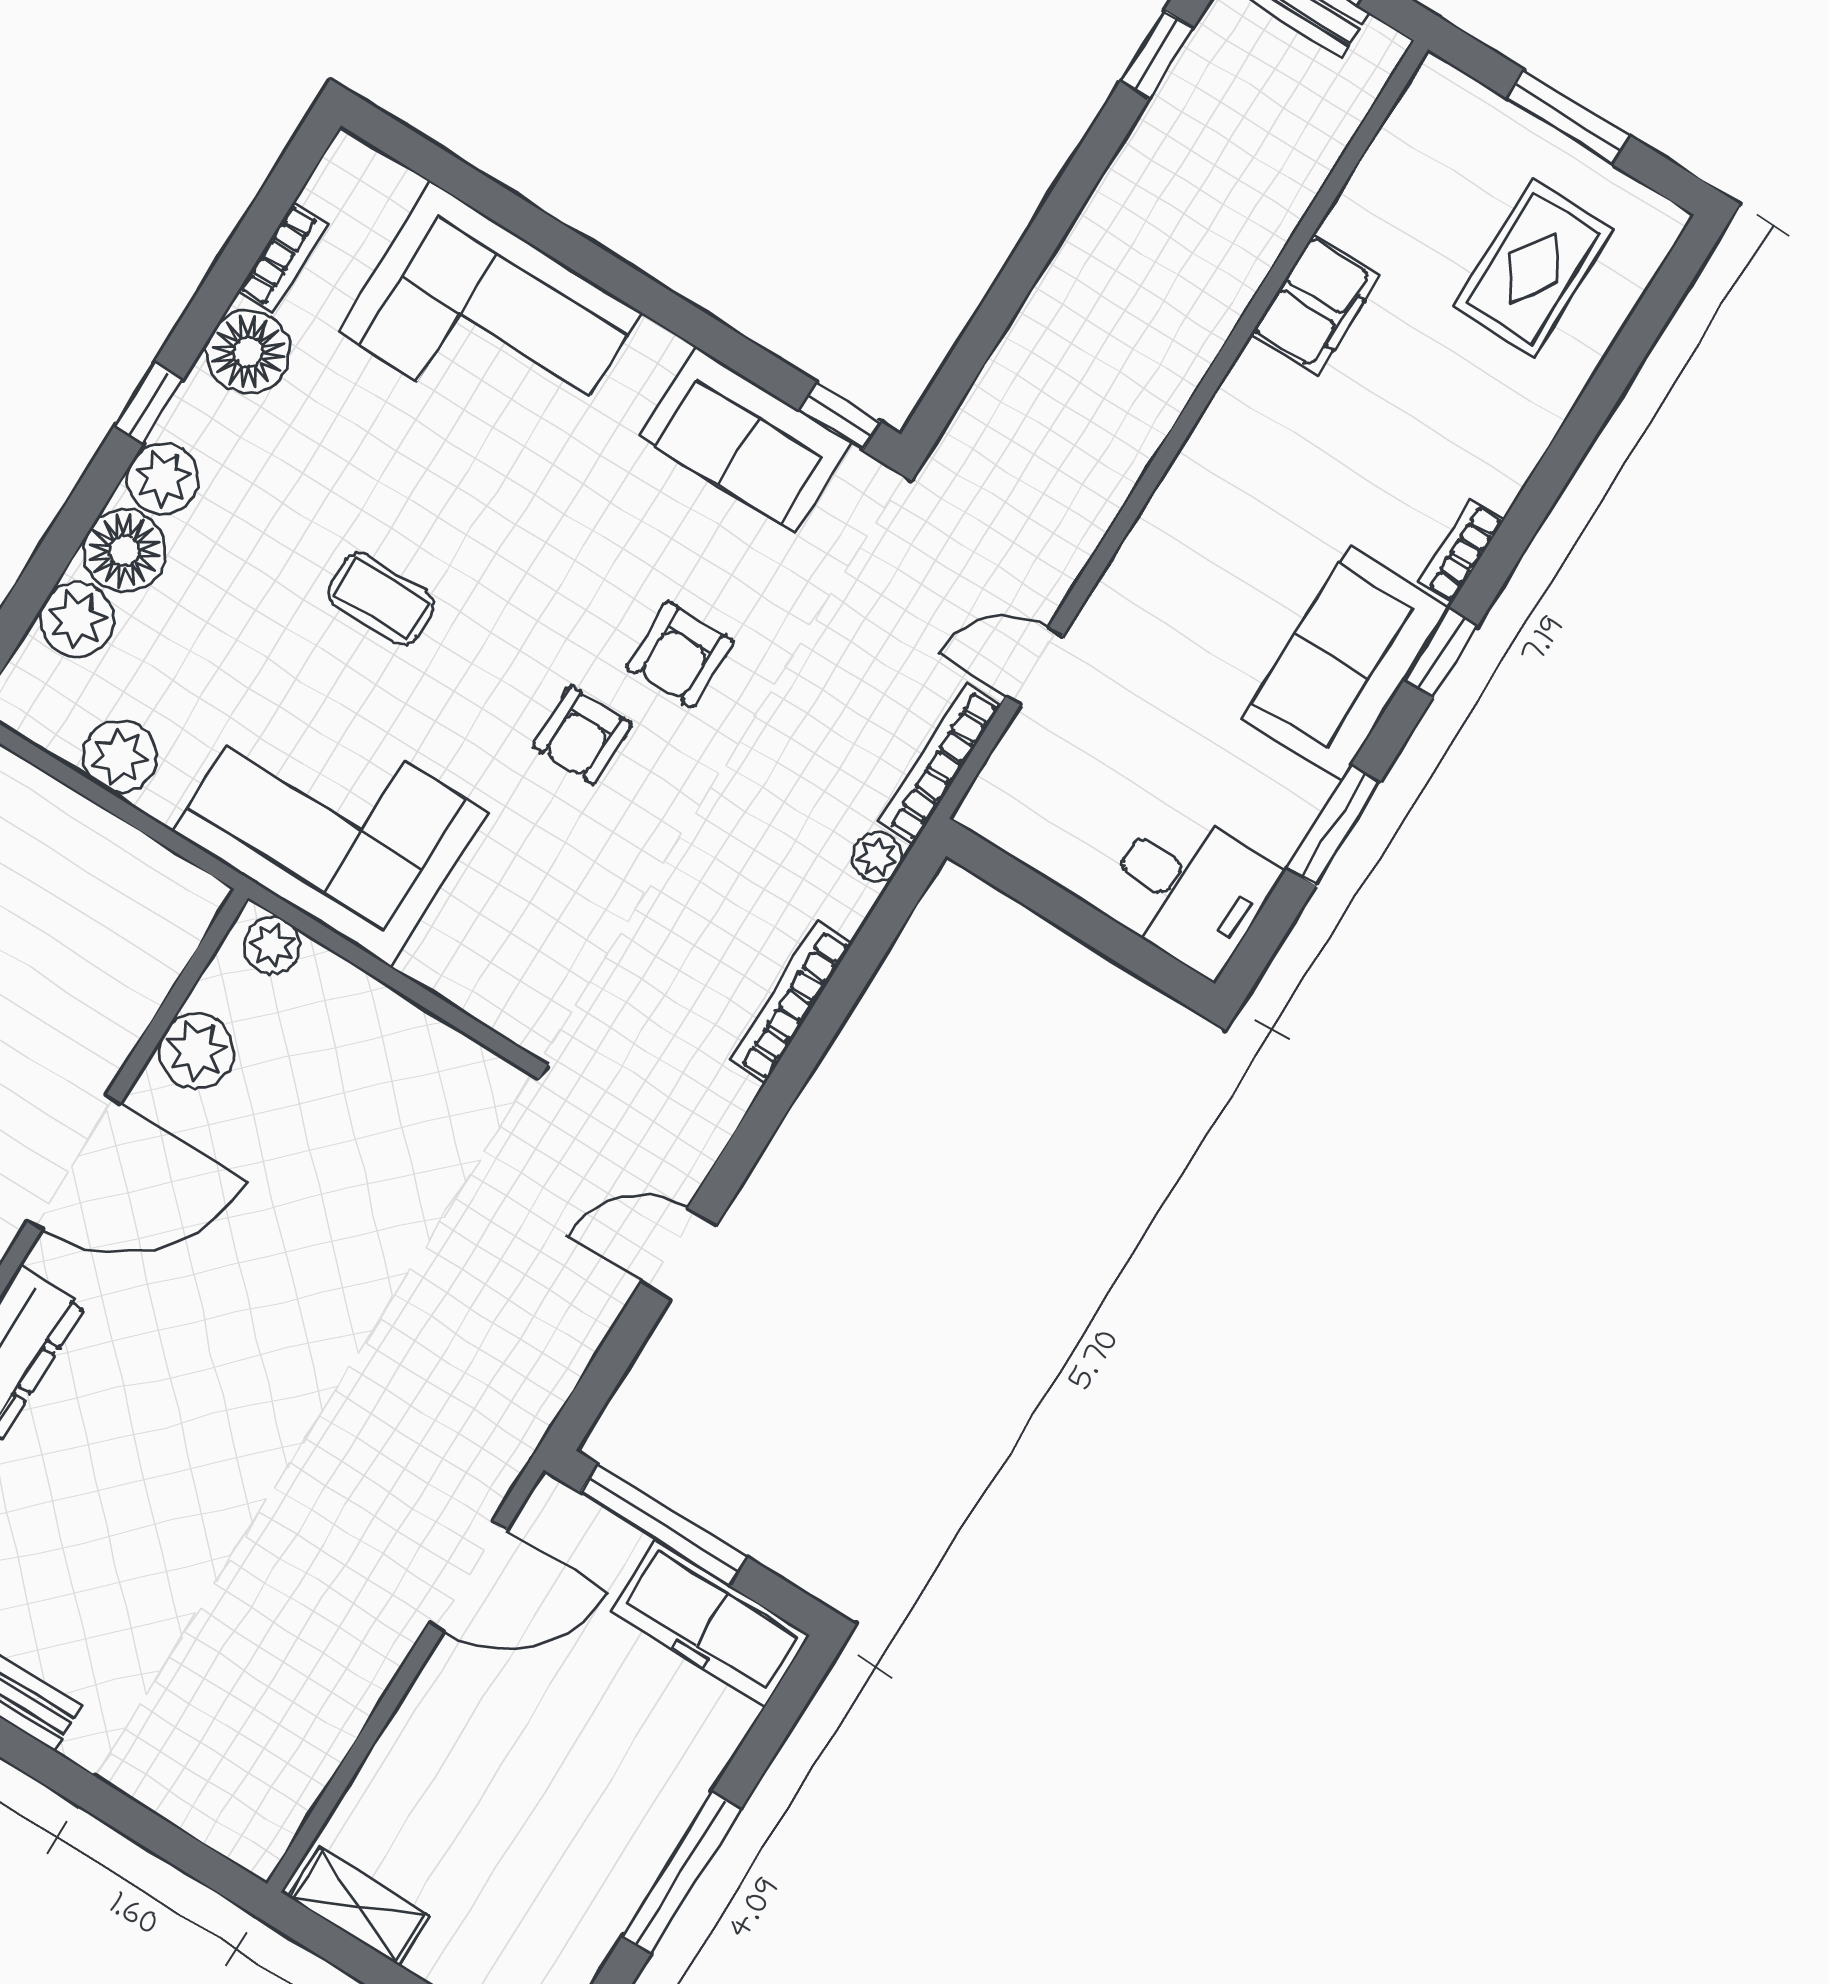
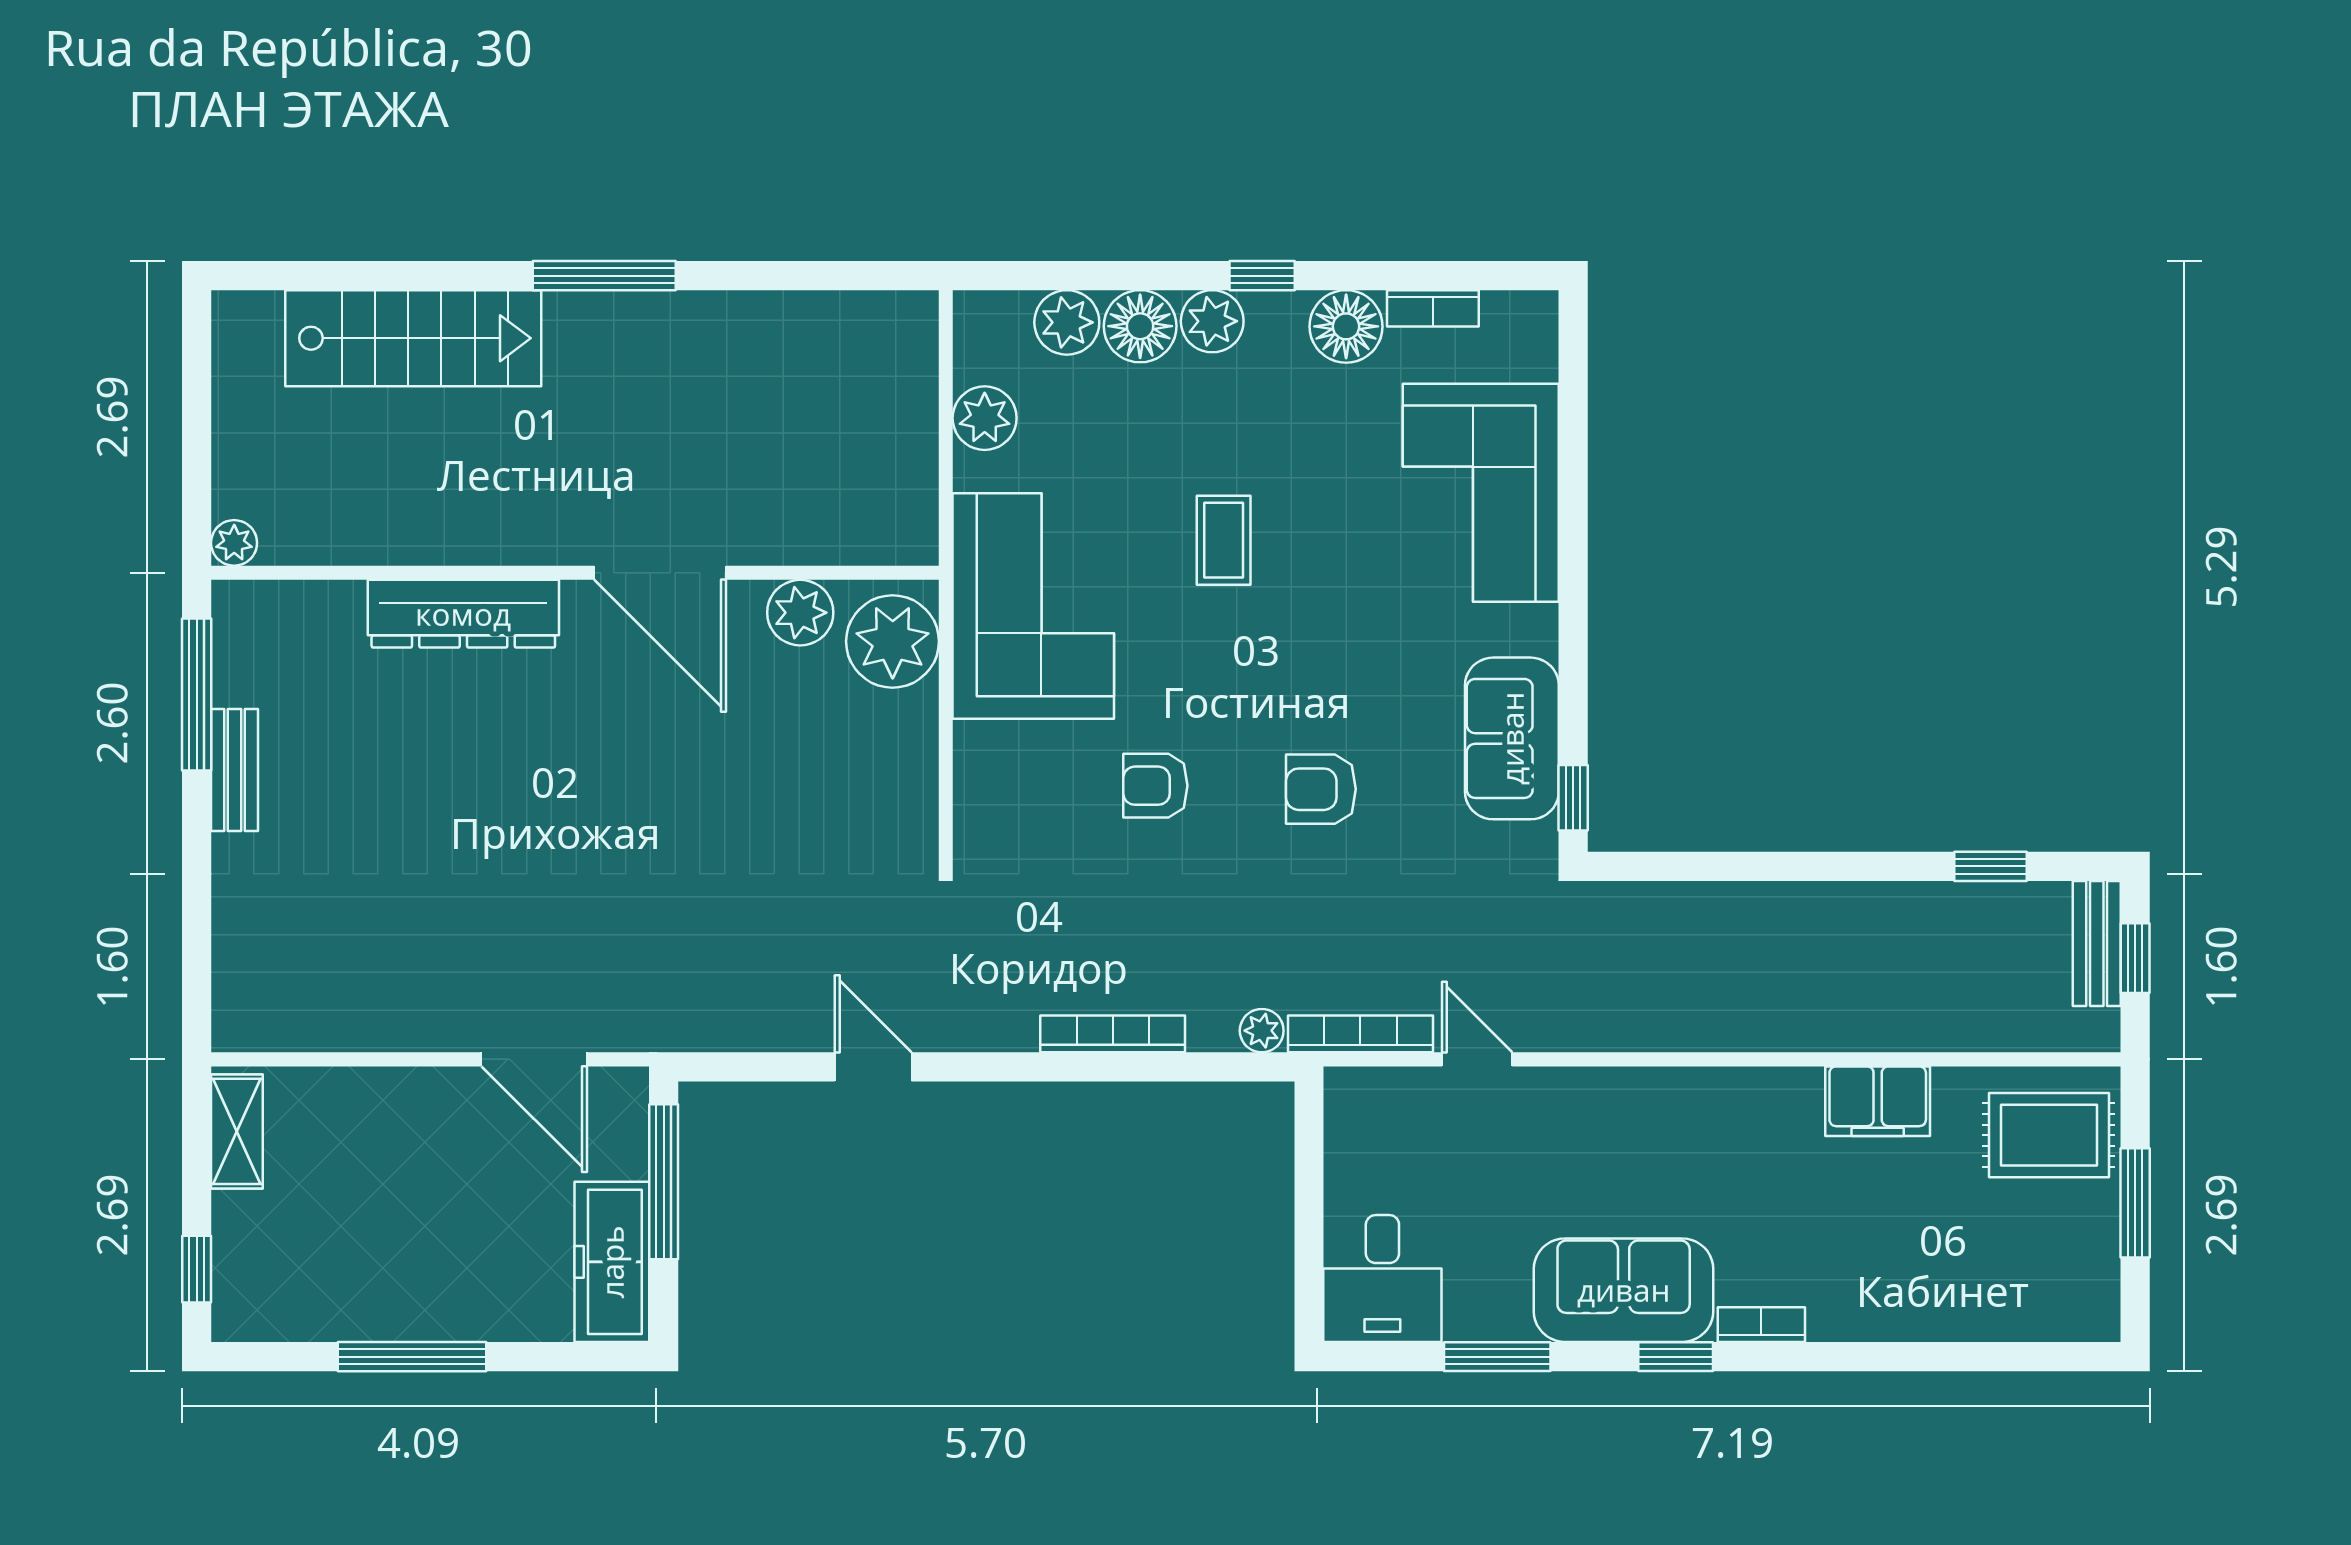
rug: (1533, 268) -> (2049, 1135), moved
armchair: (583, 735) -> (1155, 786), moved
plant: (272, 946) -> (893, 641), width x1.88, depth x1.88

